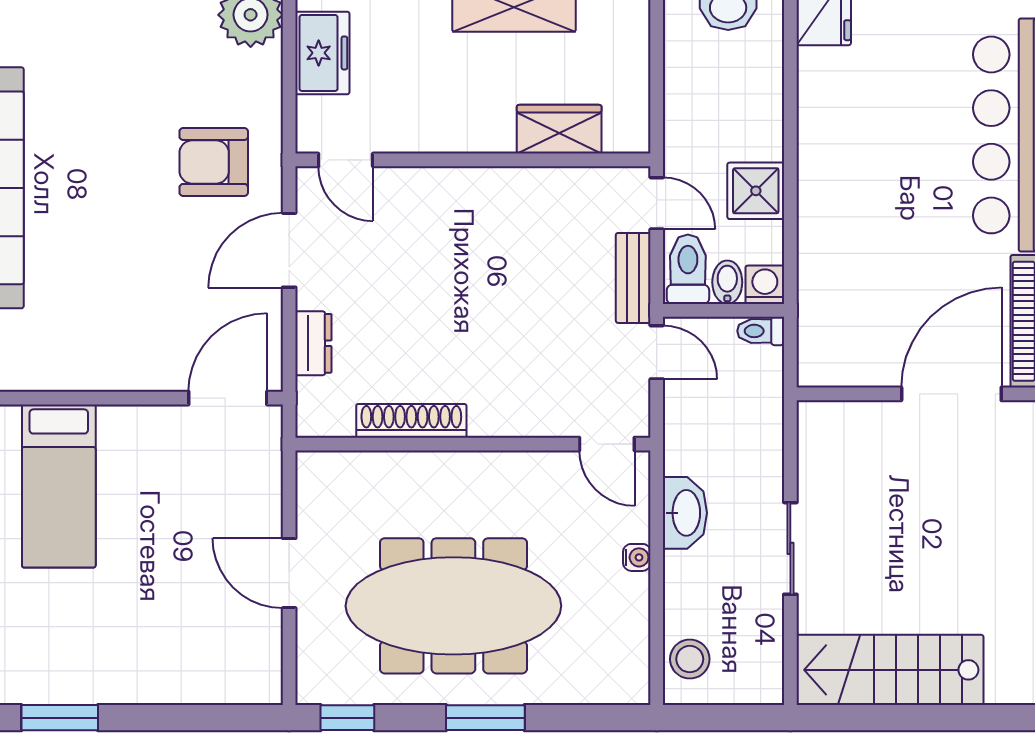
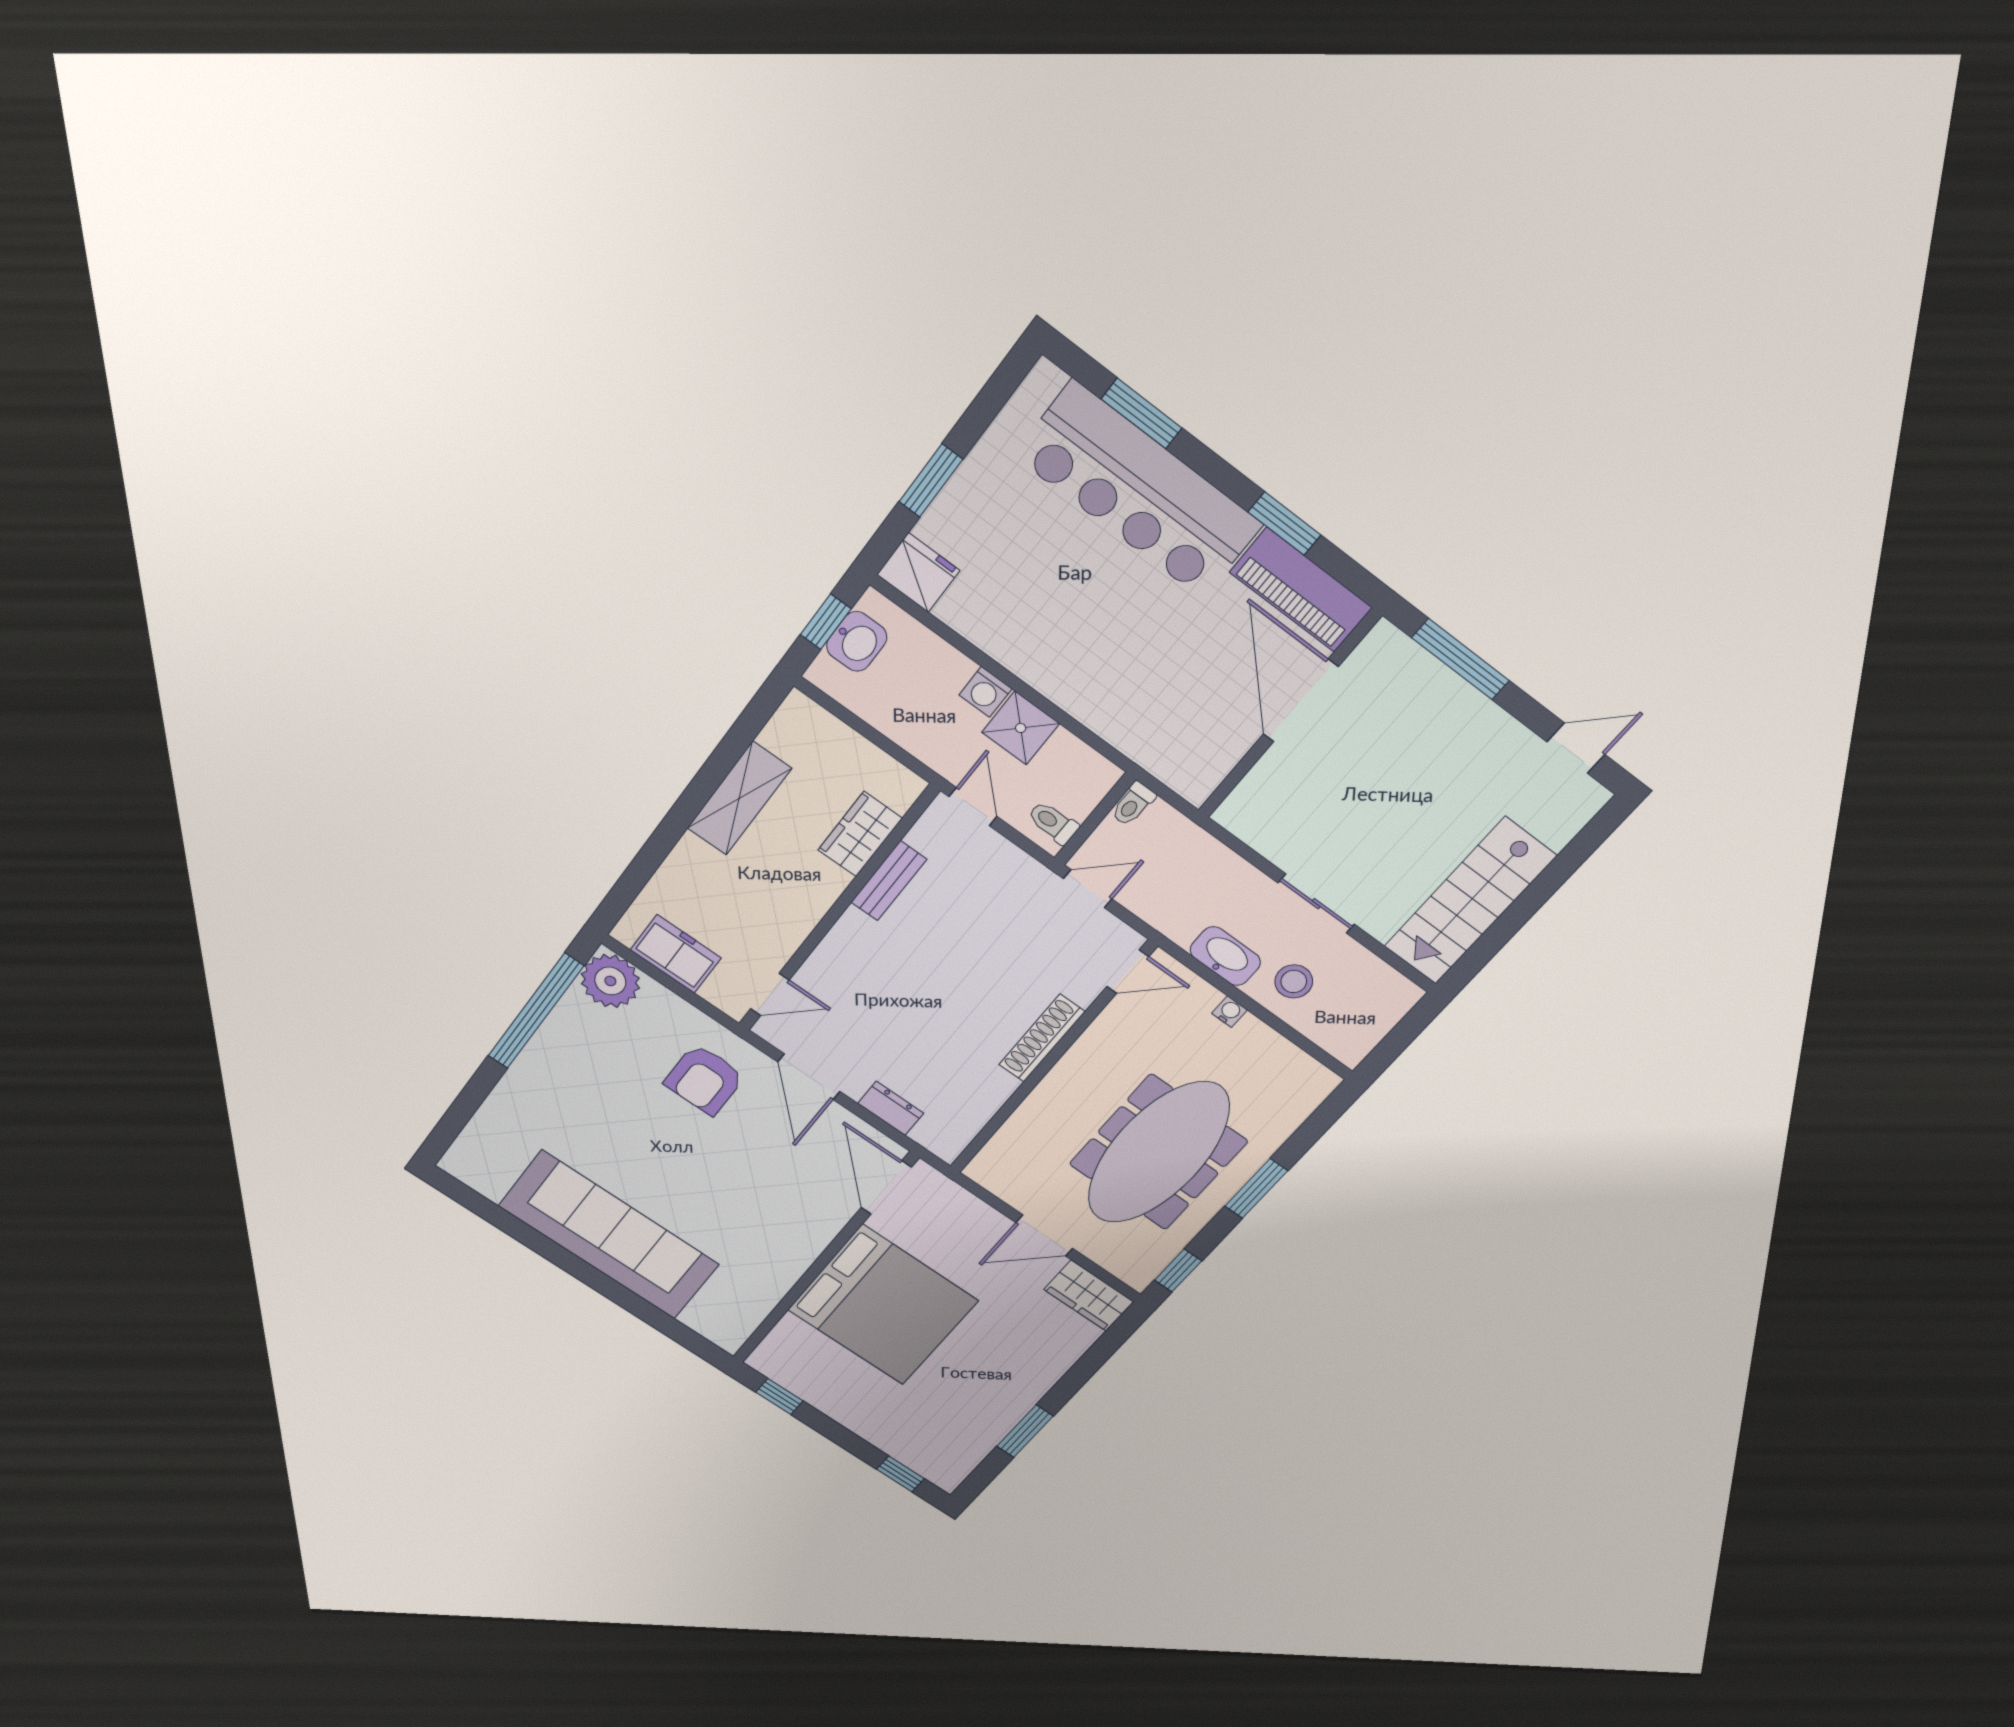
door: (657, 203) -> (973, 807), hinge flipped
toilet: (688, 269) -> (1053, 823), width x0.73, depth x0.72
bench: (633, 278) -> (889, 881), moved, turned 90
bidet: (727, 282) -> (1075, 800), removed
washing machine: (765, 285) -> (985, 692), moved, turned -90
shoe rack: (411, 421) -> (1042, 1038), moved
bed: (59, 486) -> (883, 1305), width x2.04
stool: (690, 659) -> (1294, 981), moved
wardrobe: (257, 660) -> (1089, 1296), added

